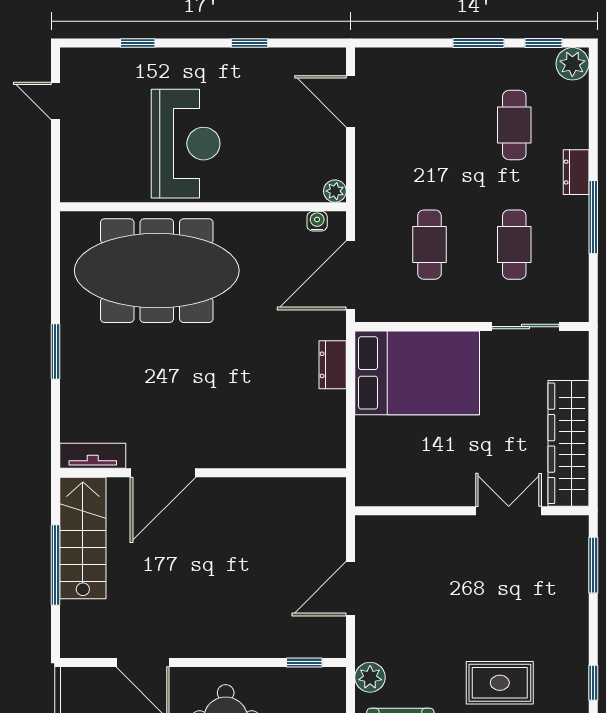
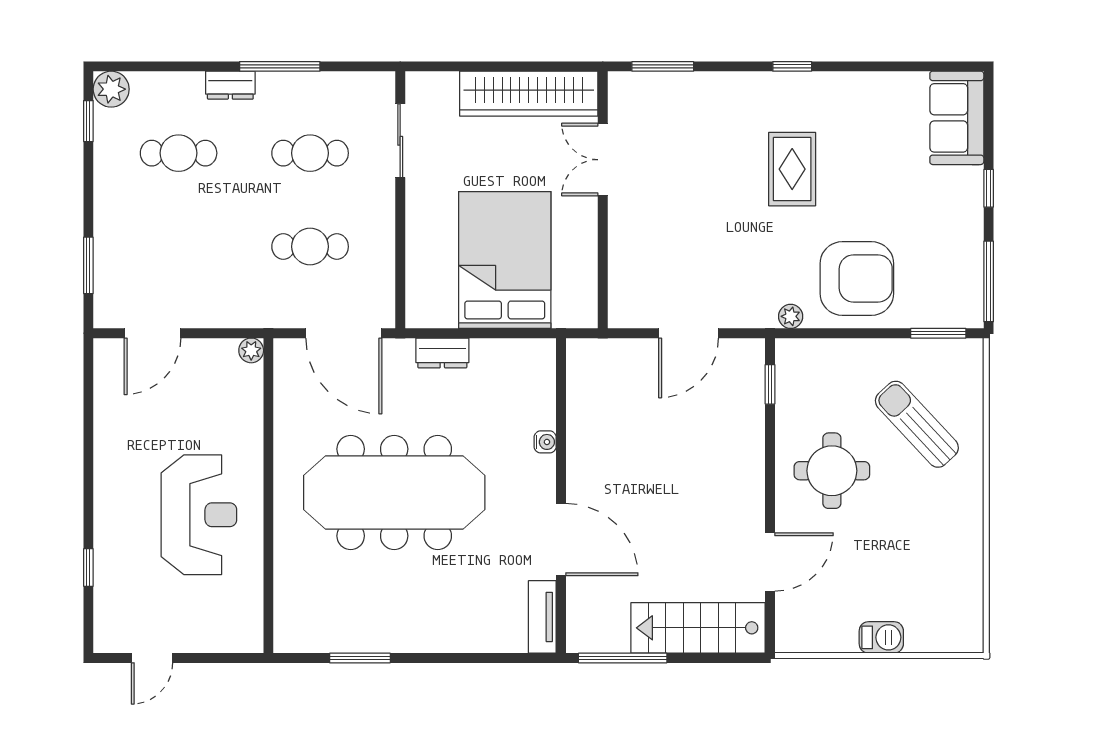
window: (250, 43) -> (88, 444), removed
window: (479, 43) -> (88, 265), moved
reception desk: (186, 144) -> (199, 515), turned 90
water cooler: (317, 221) -> (545, 442), moved, turned 180
meeting table: (157, 271) -> (394, 492), moved, turned 90
window: (55, 352) -> (360, 658), moved
bed: (417, 373) -> (505, 260), moved
stairs: (83, 538) -> (698, 628), moved
window: (55, 565) -> (623, 658), moved
door: (351, 589) -> (689, 333), hinge flipped
plant: (370, 677) -> (791, 316), width x0.73, depth x0.73

